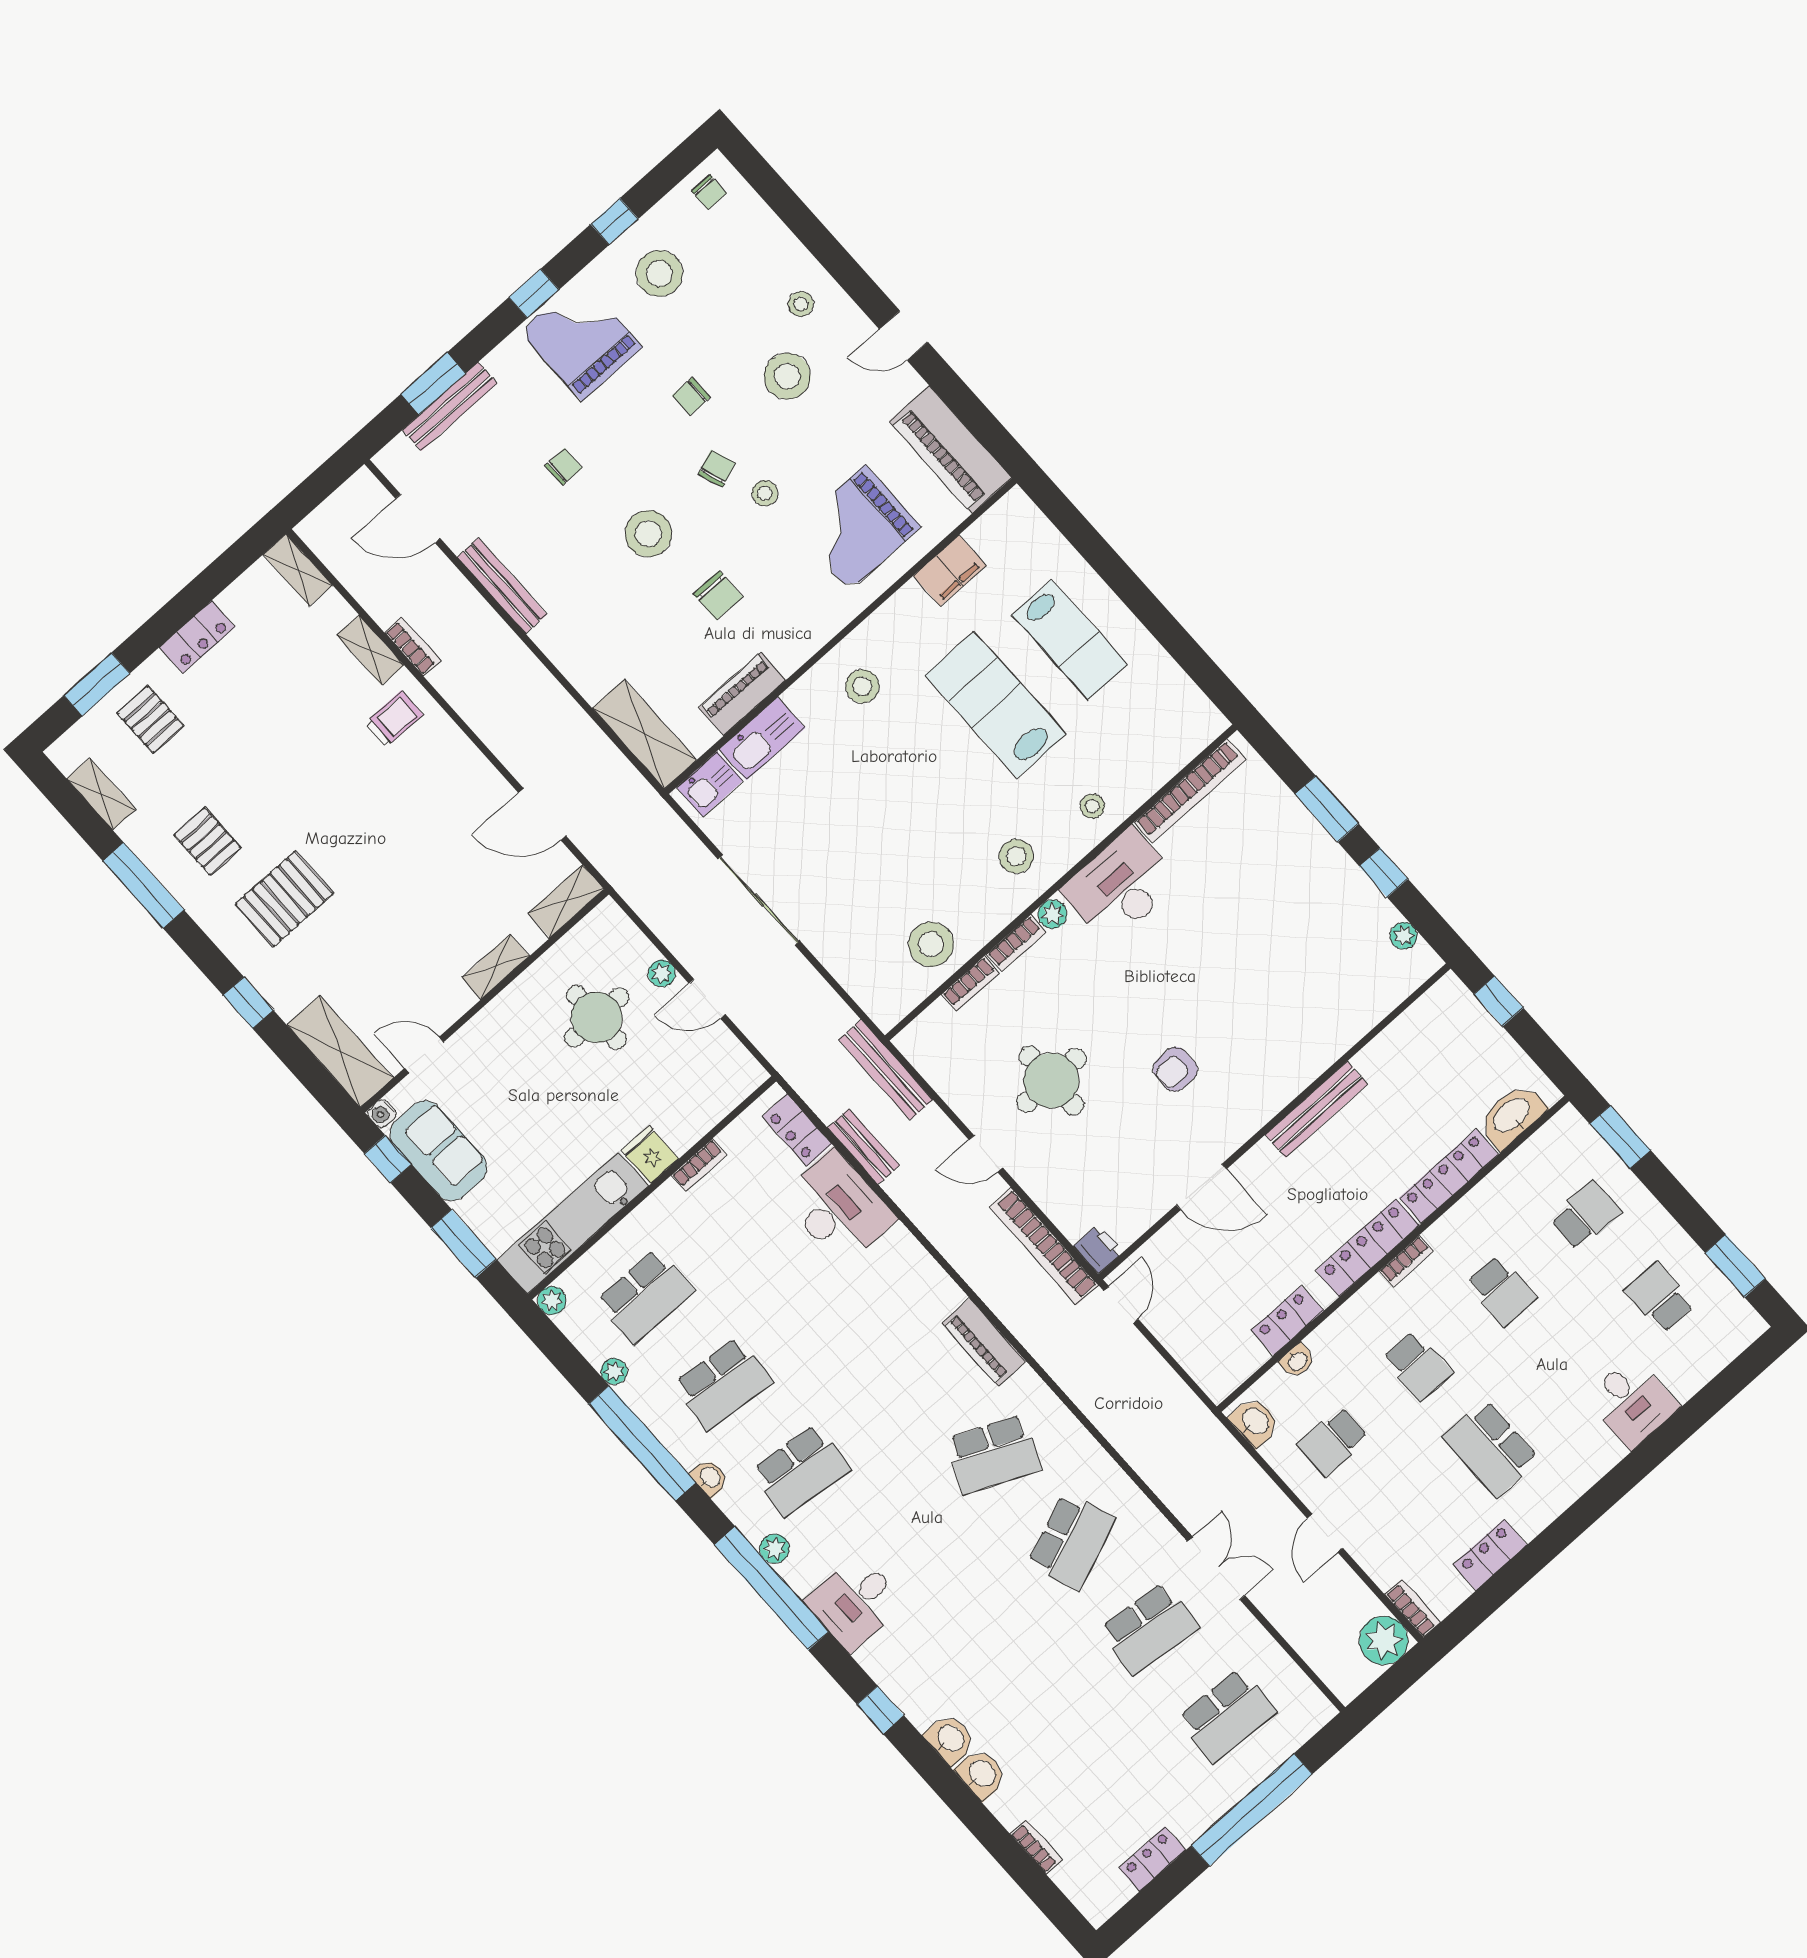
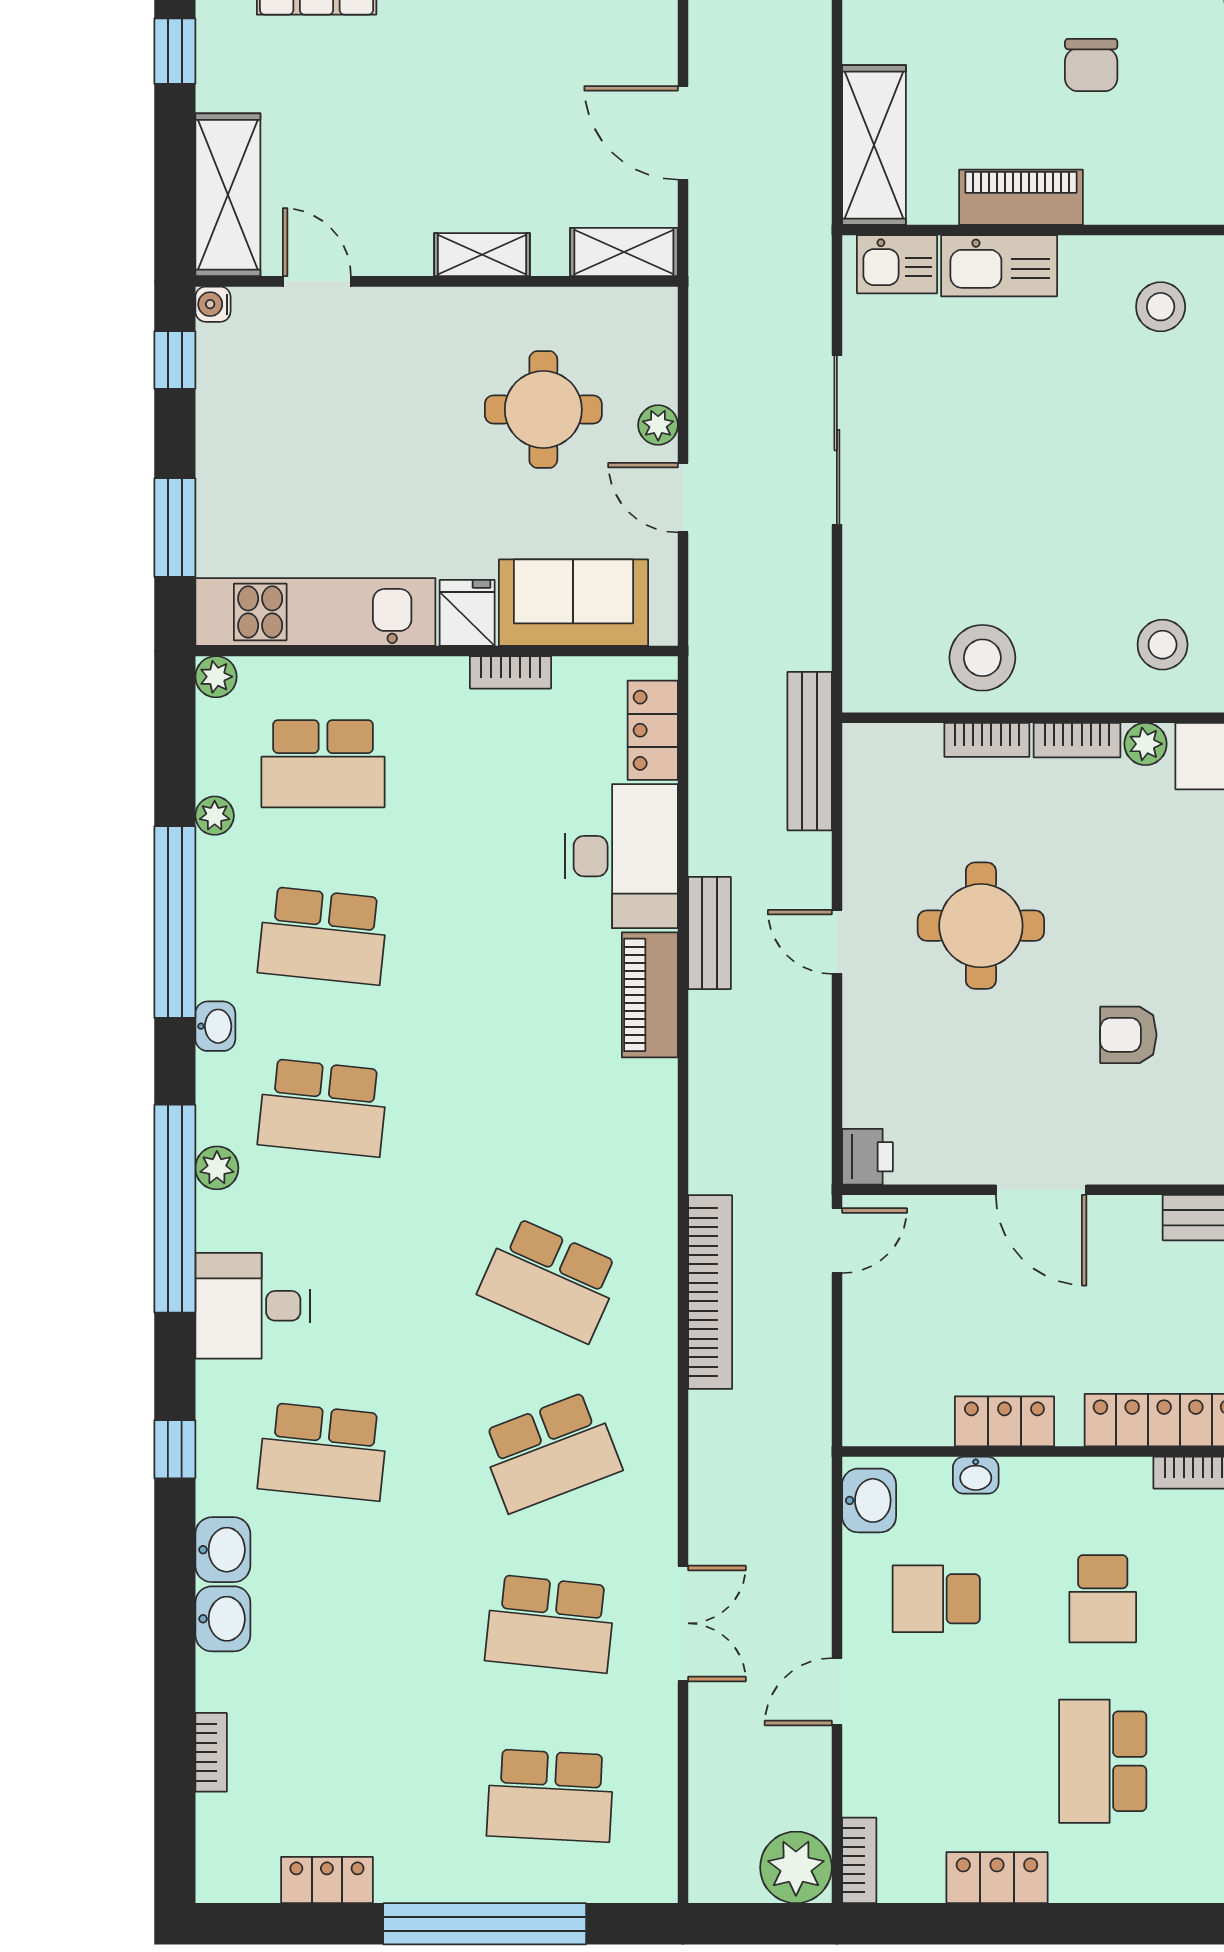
bench: (863, 1147) -> (709, 933), moved
sofa: (438, 1151) -> (573, 603), moved, turned -90
bookcase: (1044, 1246) -> (710, 1292), moved, turned 180
piano: (984, 1342) -> (650, 995), moved
school desk: (956, 1644) -> (323, 1452), added

